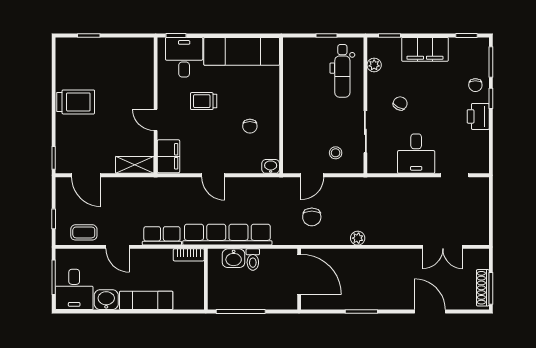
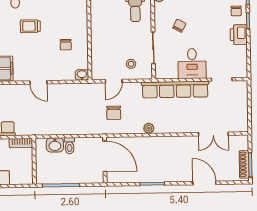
row of seats: (227, 235) -> (175, 90), moved, turned 180

